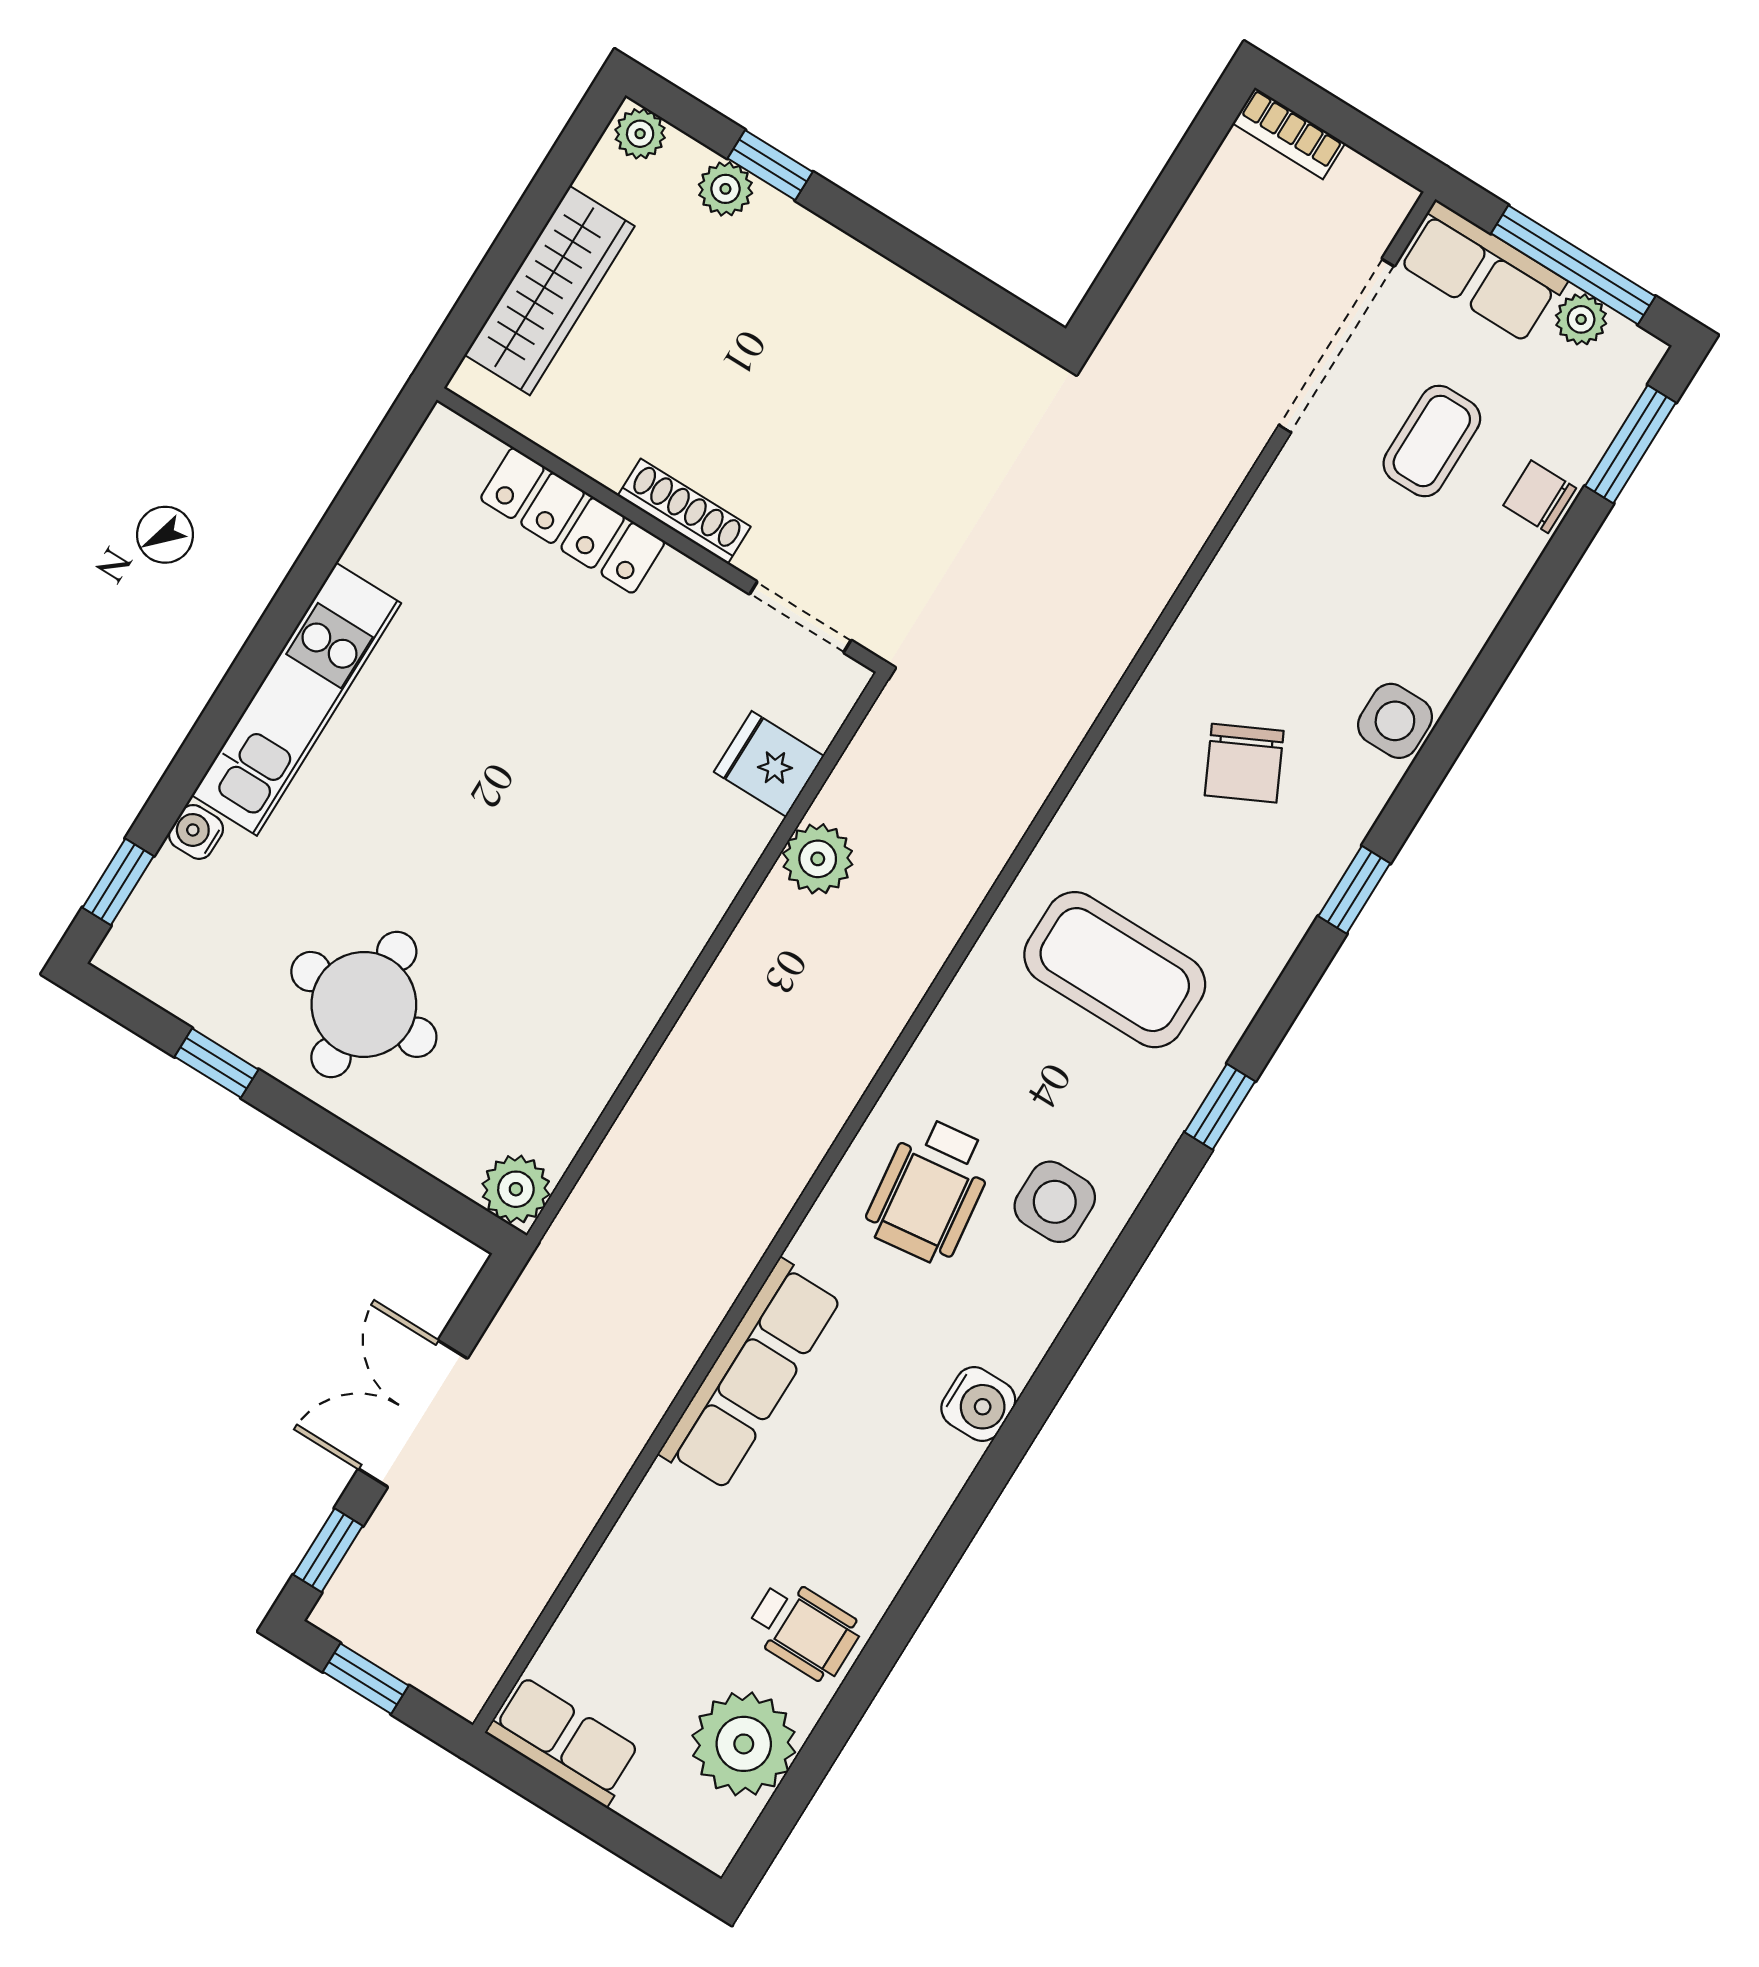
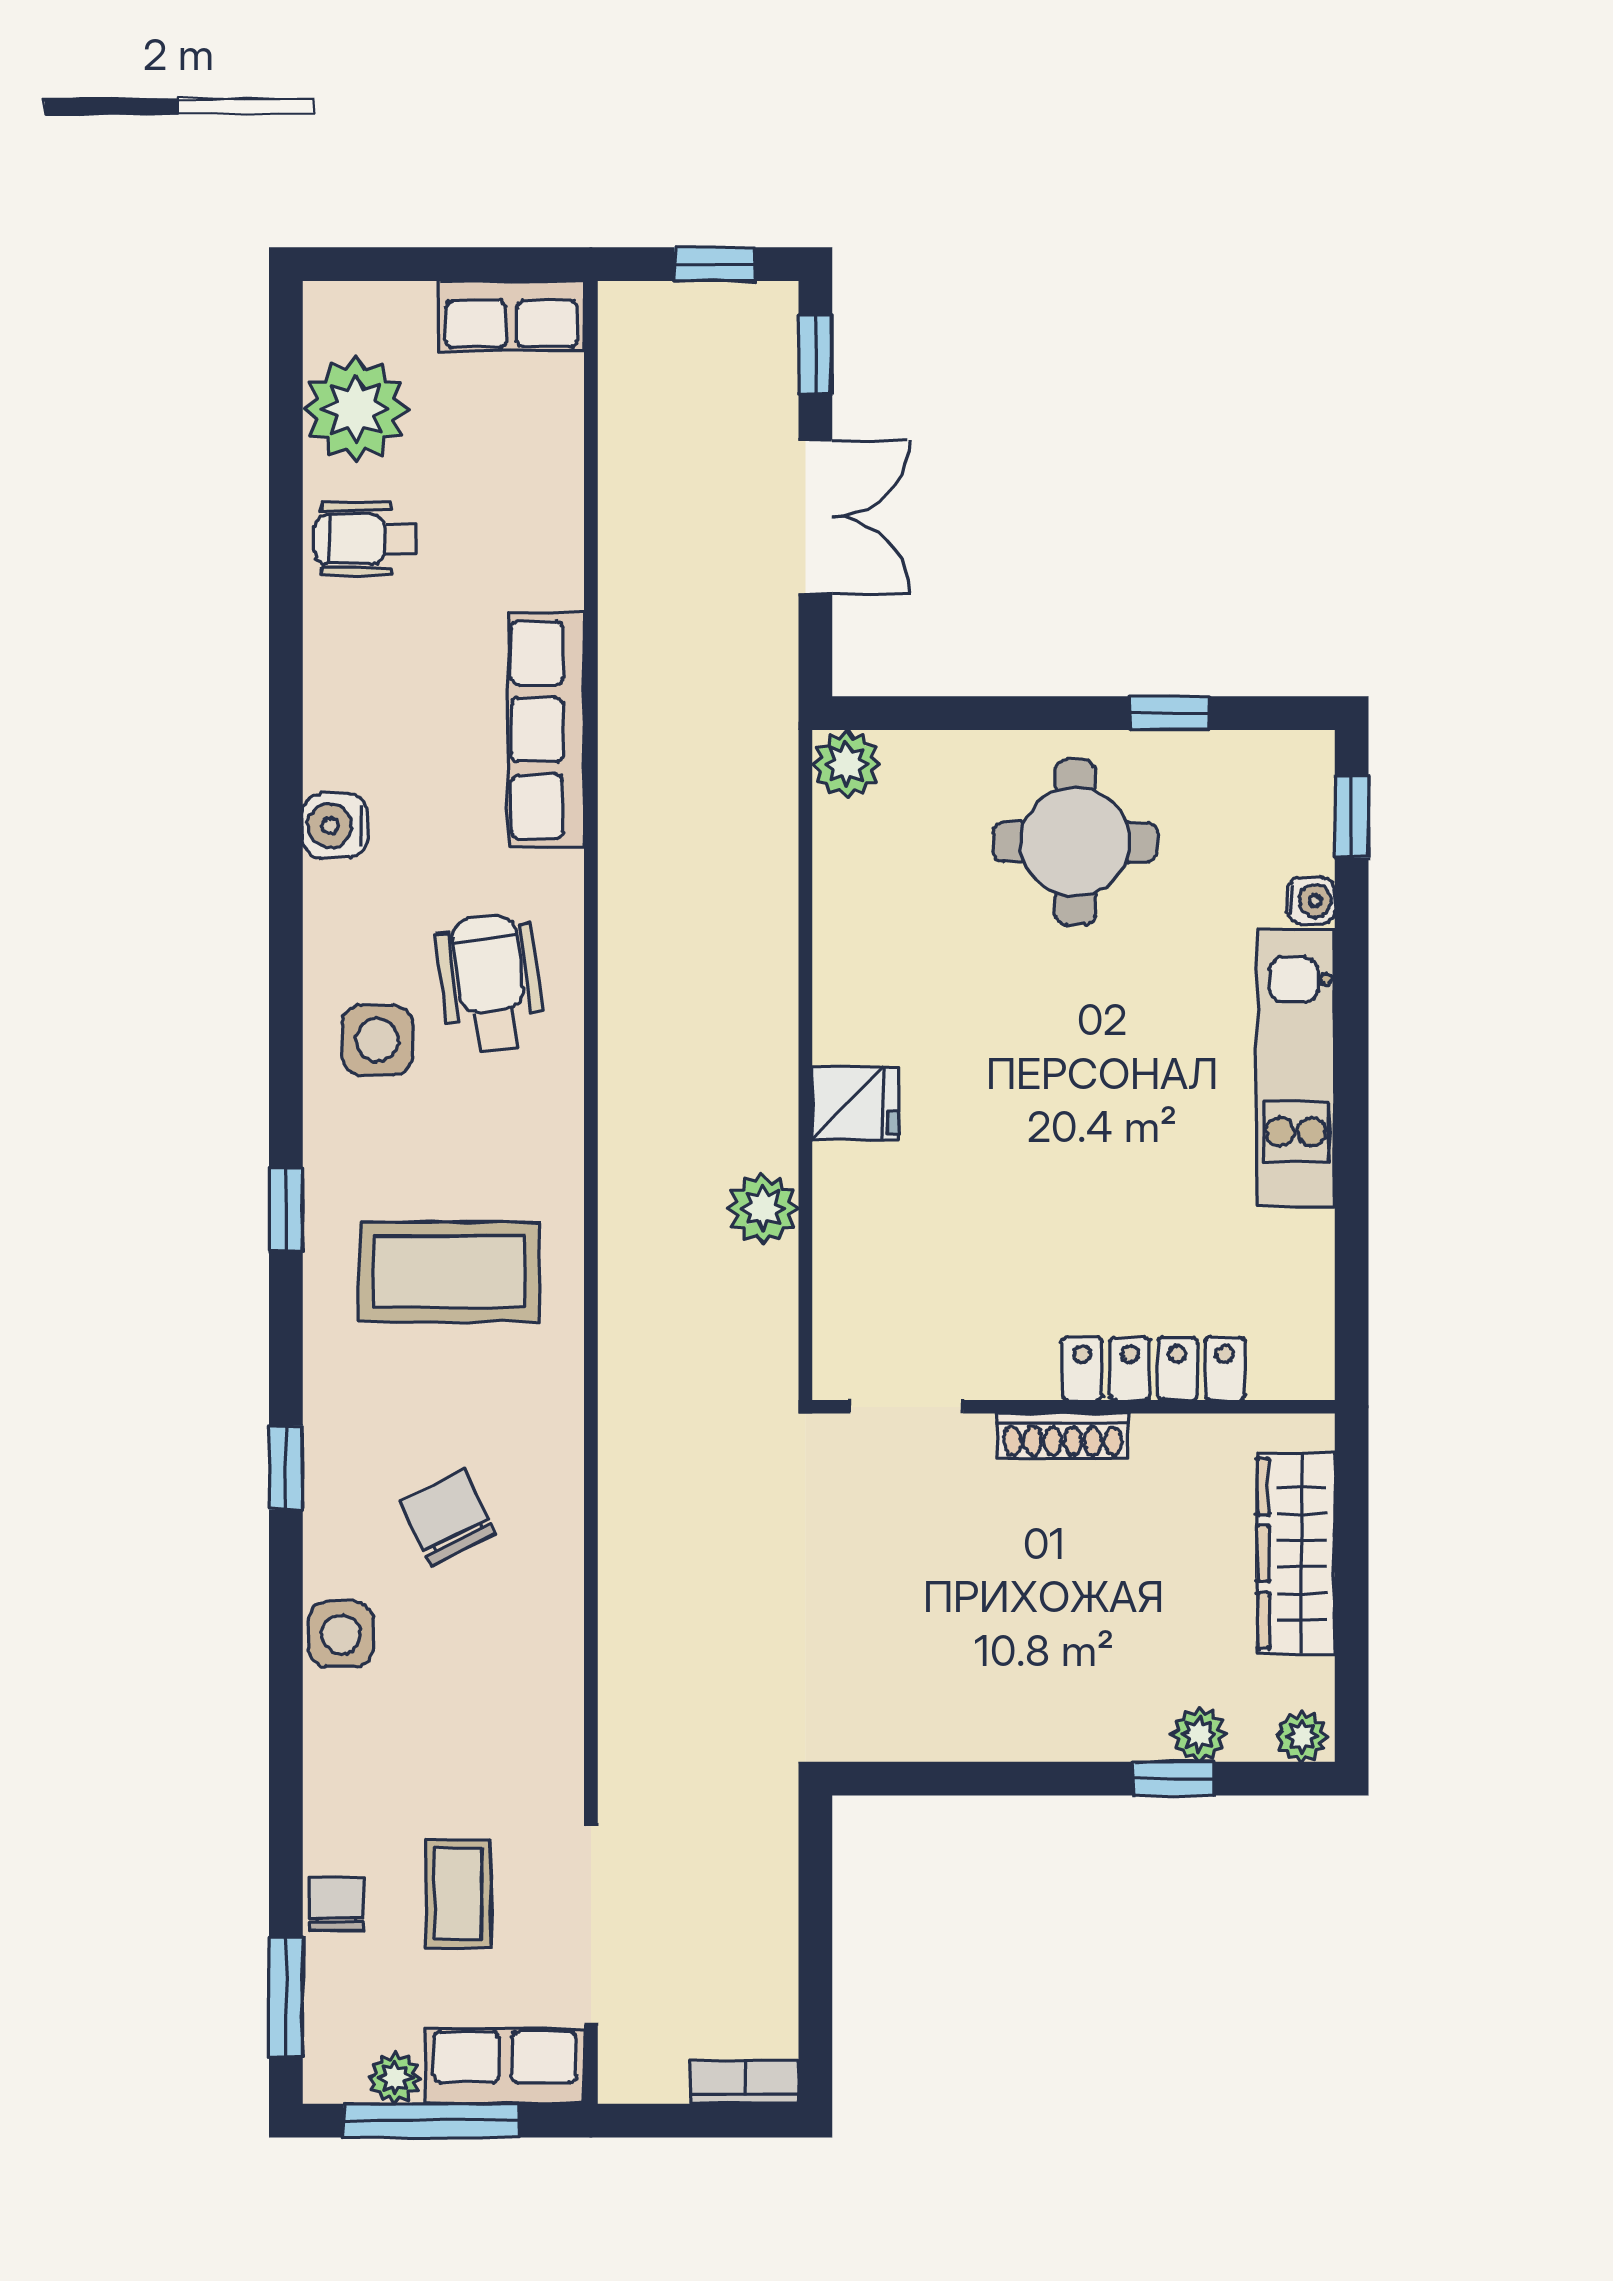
chair: (1540, 497) -> (336, 1904), turned -90
fridge: (769, 764) -> (855, 1104), moved

